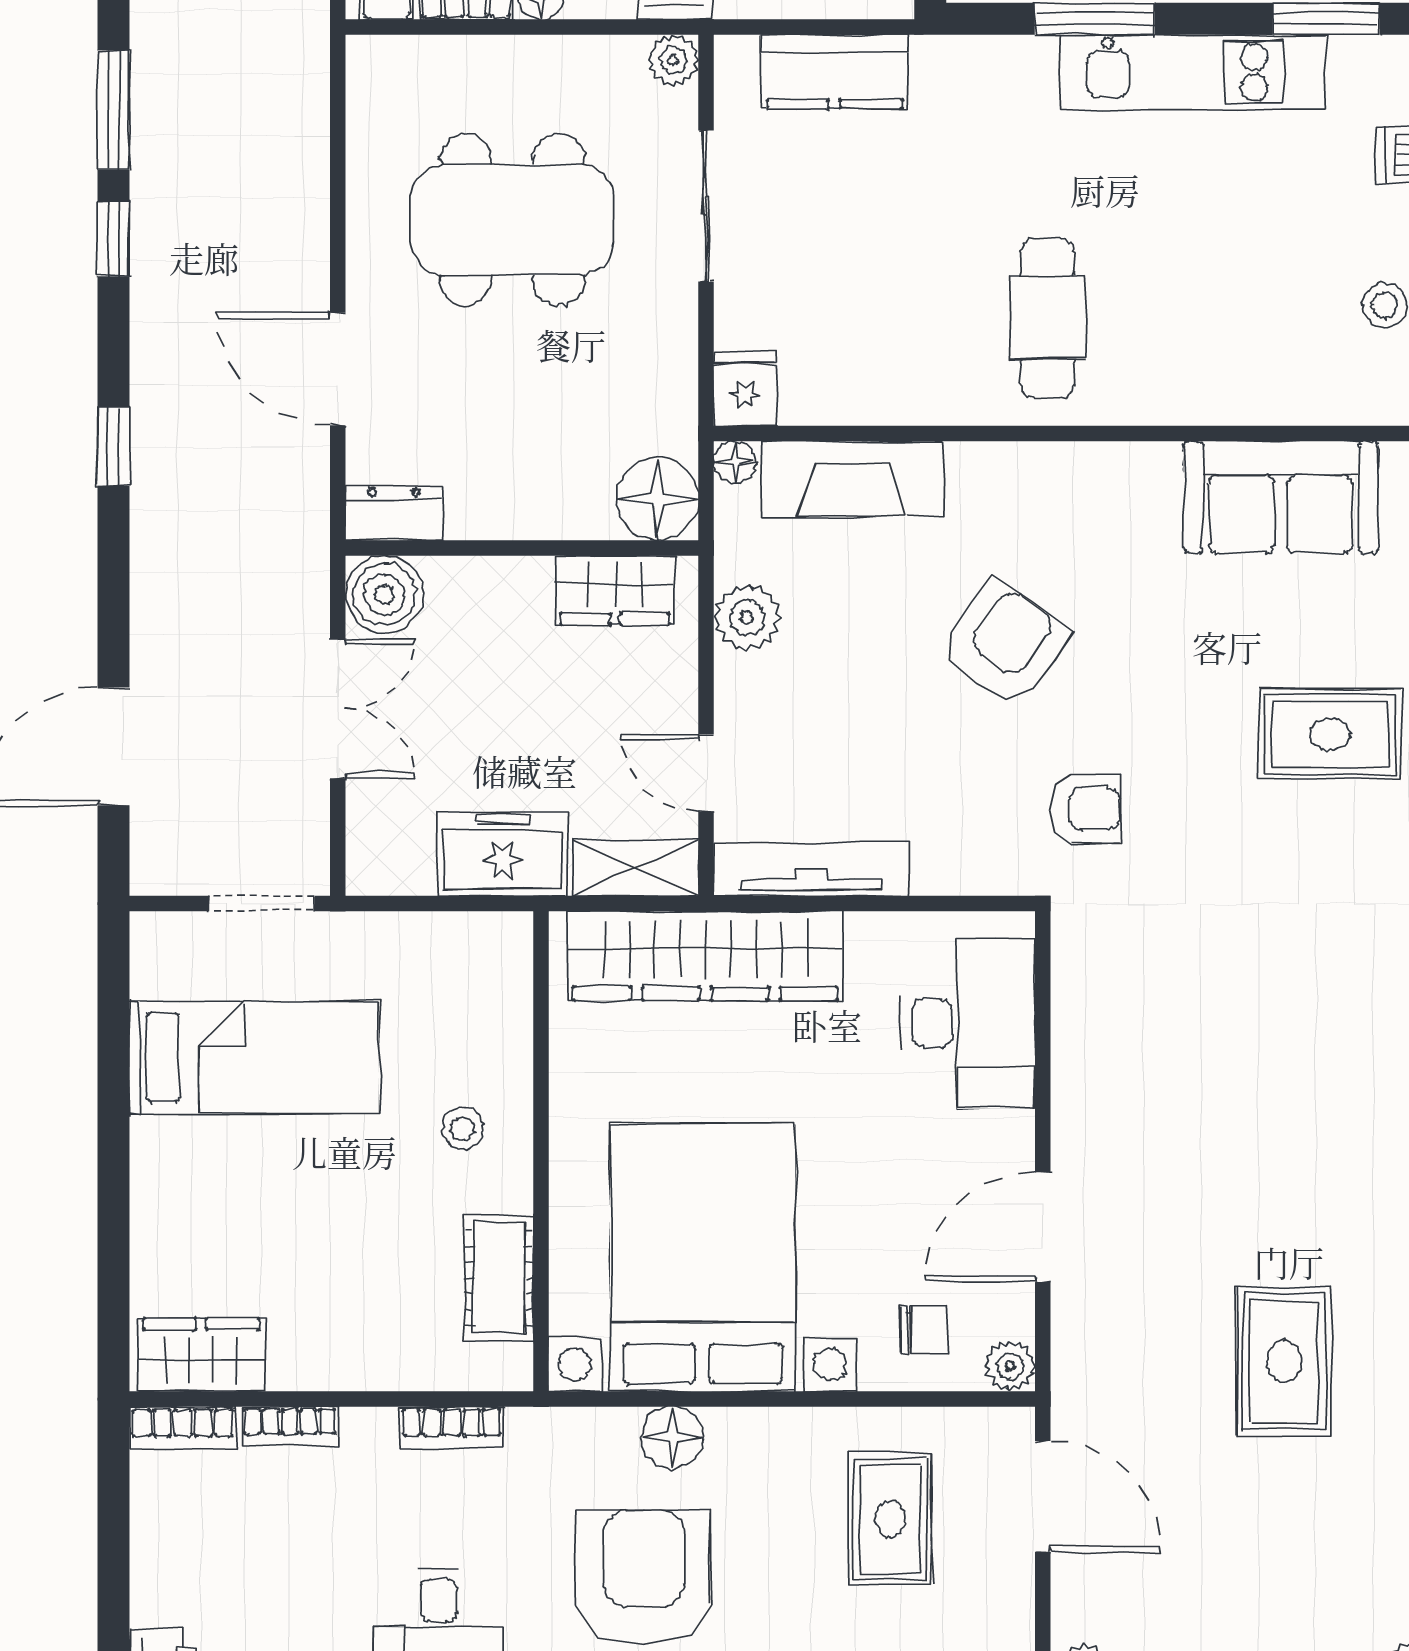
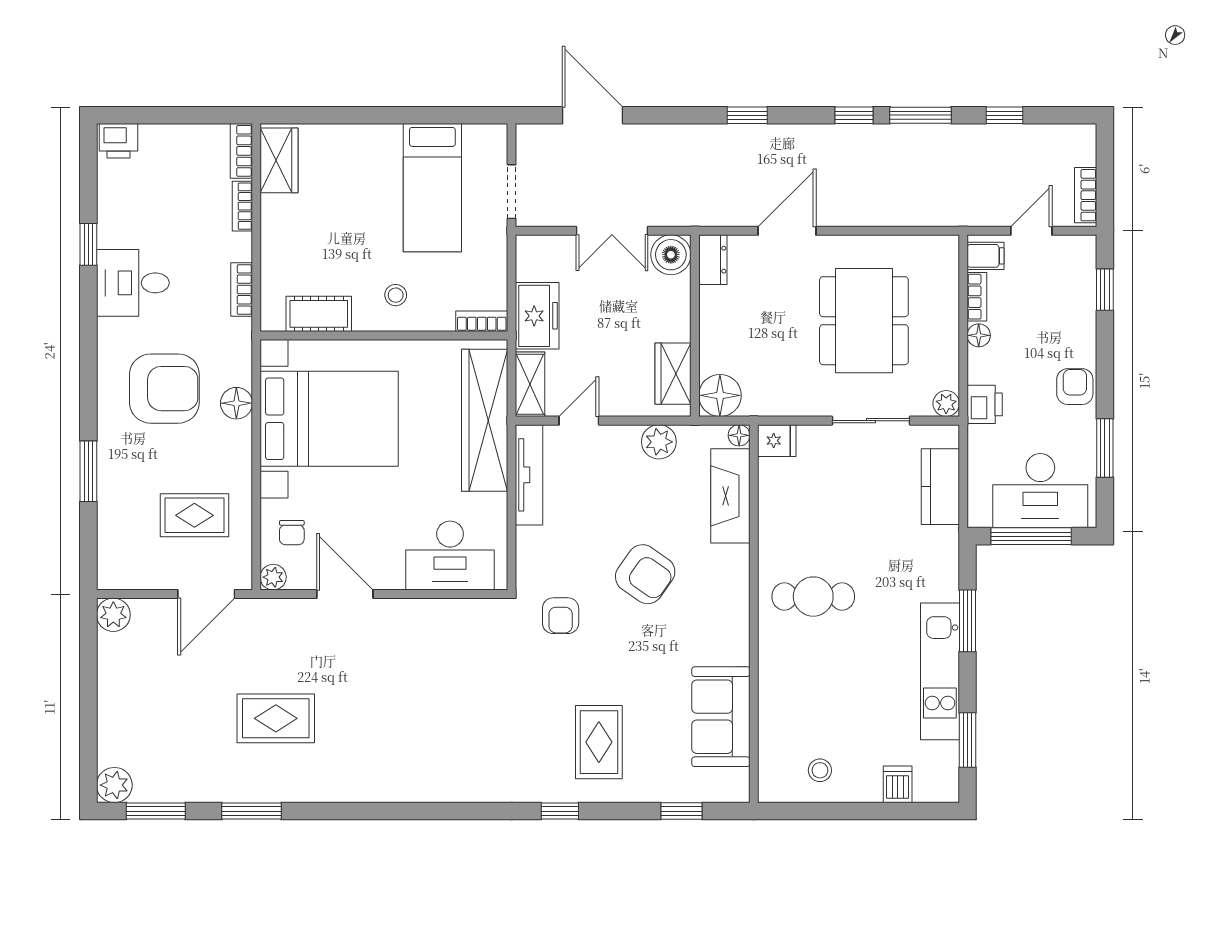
bookcase: (513, 961) -> (482, 321), added

